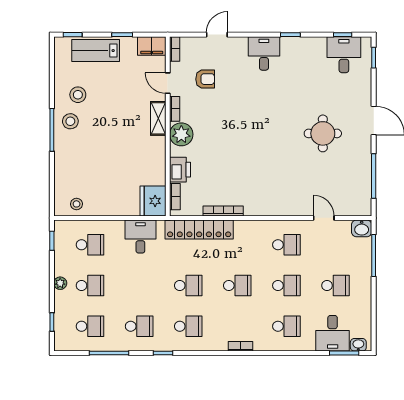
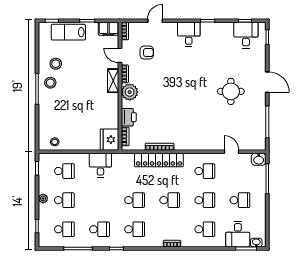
locker: (199, 229) -> (159, 160), moved

